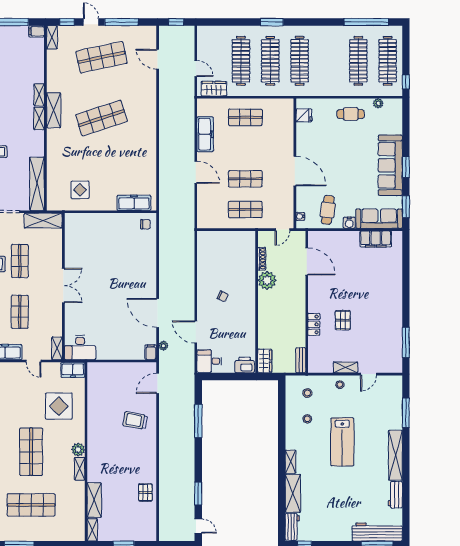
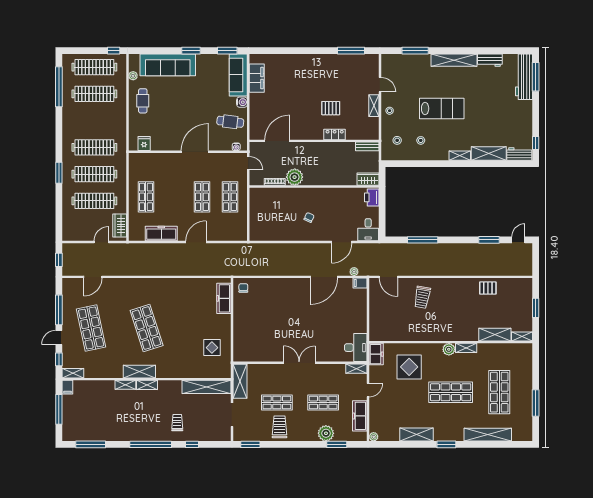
sofa: (390, 165) -> (168, 65), moved

